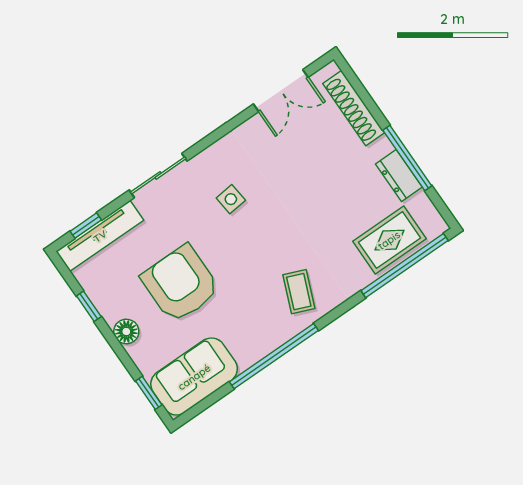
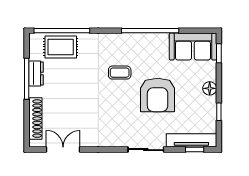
side table: (231, 199) -> (120, 116), removed
armchair: (181, 284) -> (158, 95), moved
coffee table: (299, 292) -> (120, 73), moved, turned 68

